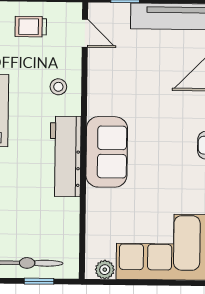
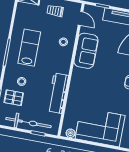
sofa: (107, 152) -> (86, 51), moved
workbench: (65, 156) -> (58, 93), moved

